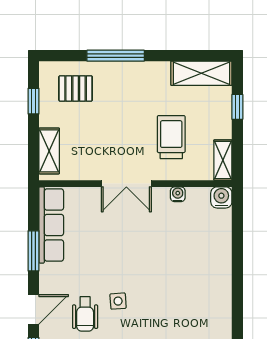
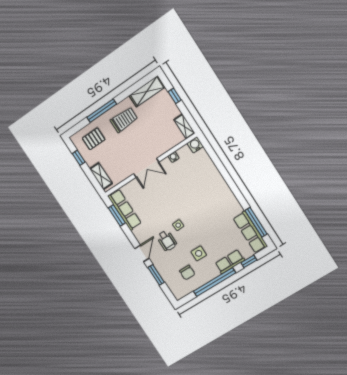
trolley: (171, 137) -> (124, 120), moved, turned 90
window: (33, 251) -> (117, 215), moved

